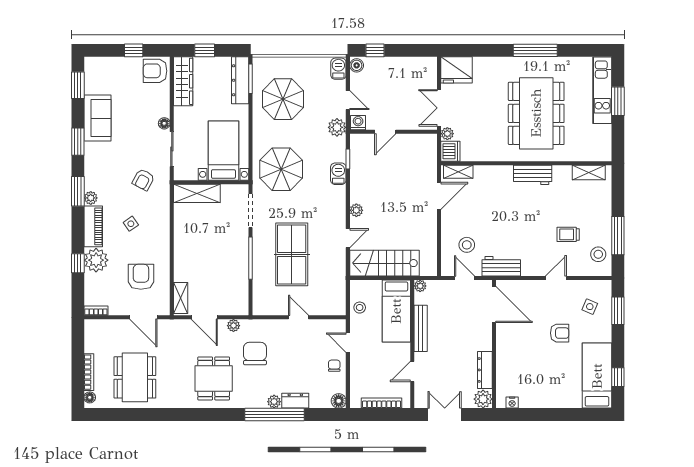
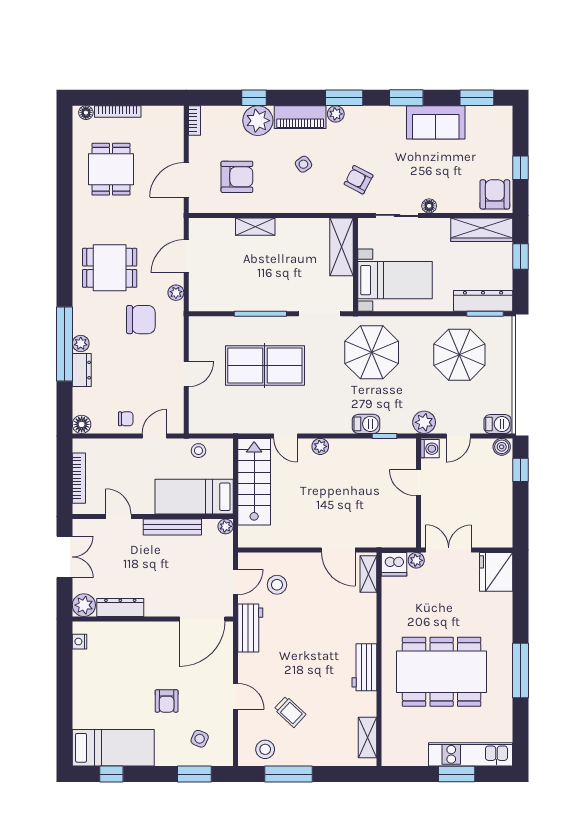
trolley: (568, 234) -> (290, 712), turned 133
shelving: (181, 298) -> (255, 227), moved
dining table: (135, 377) -> (111, 169), width x0.73

